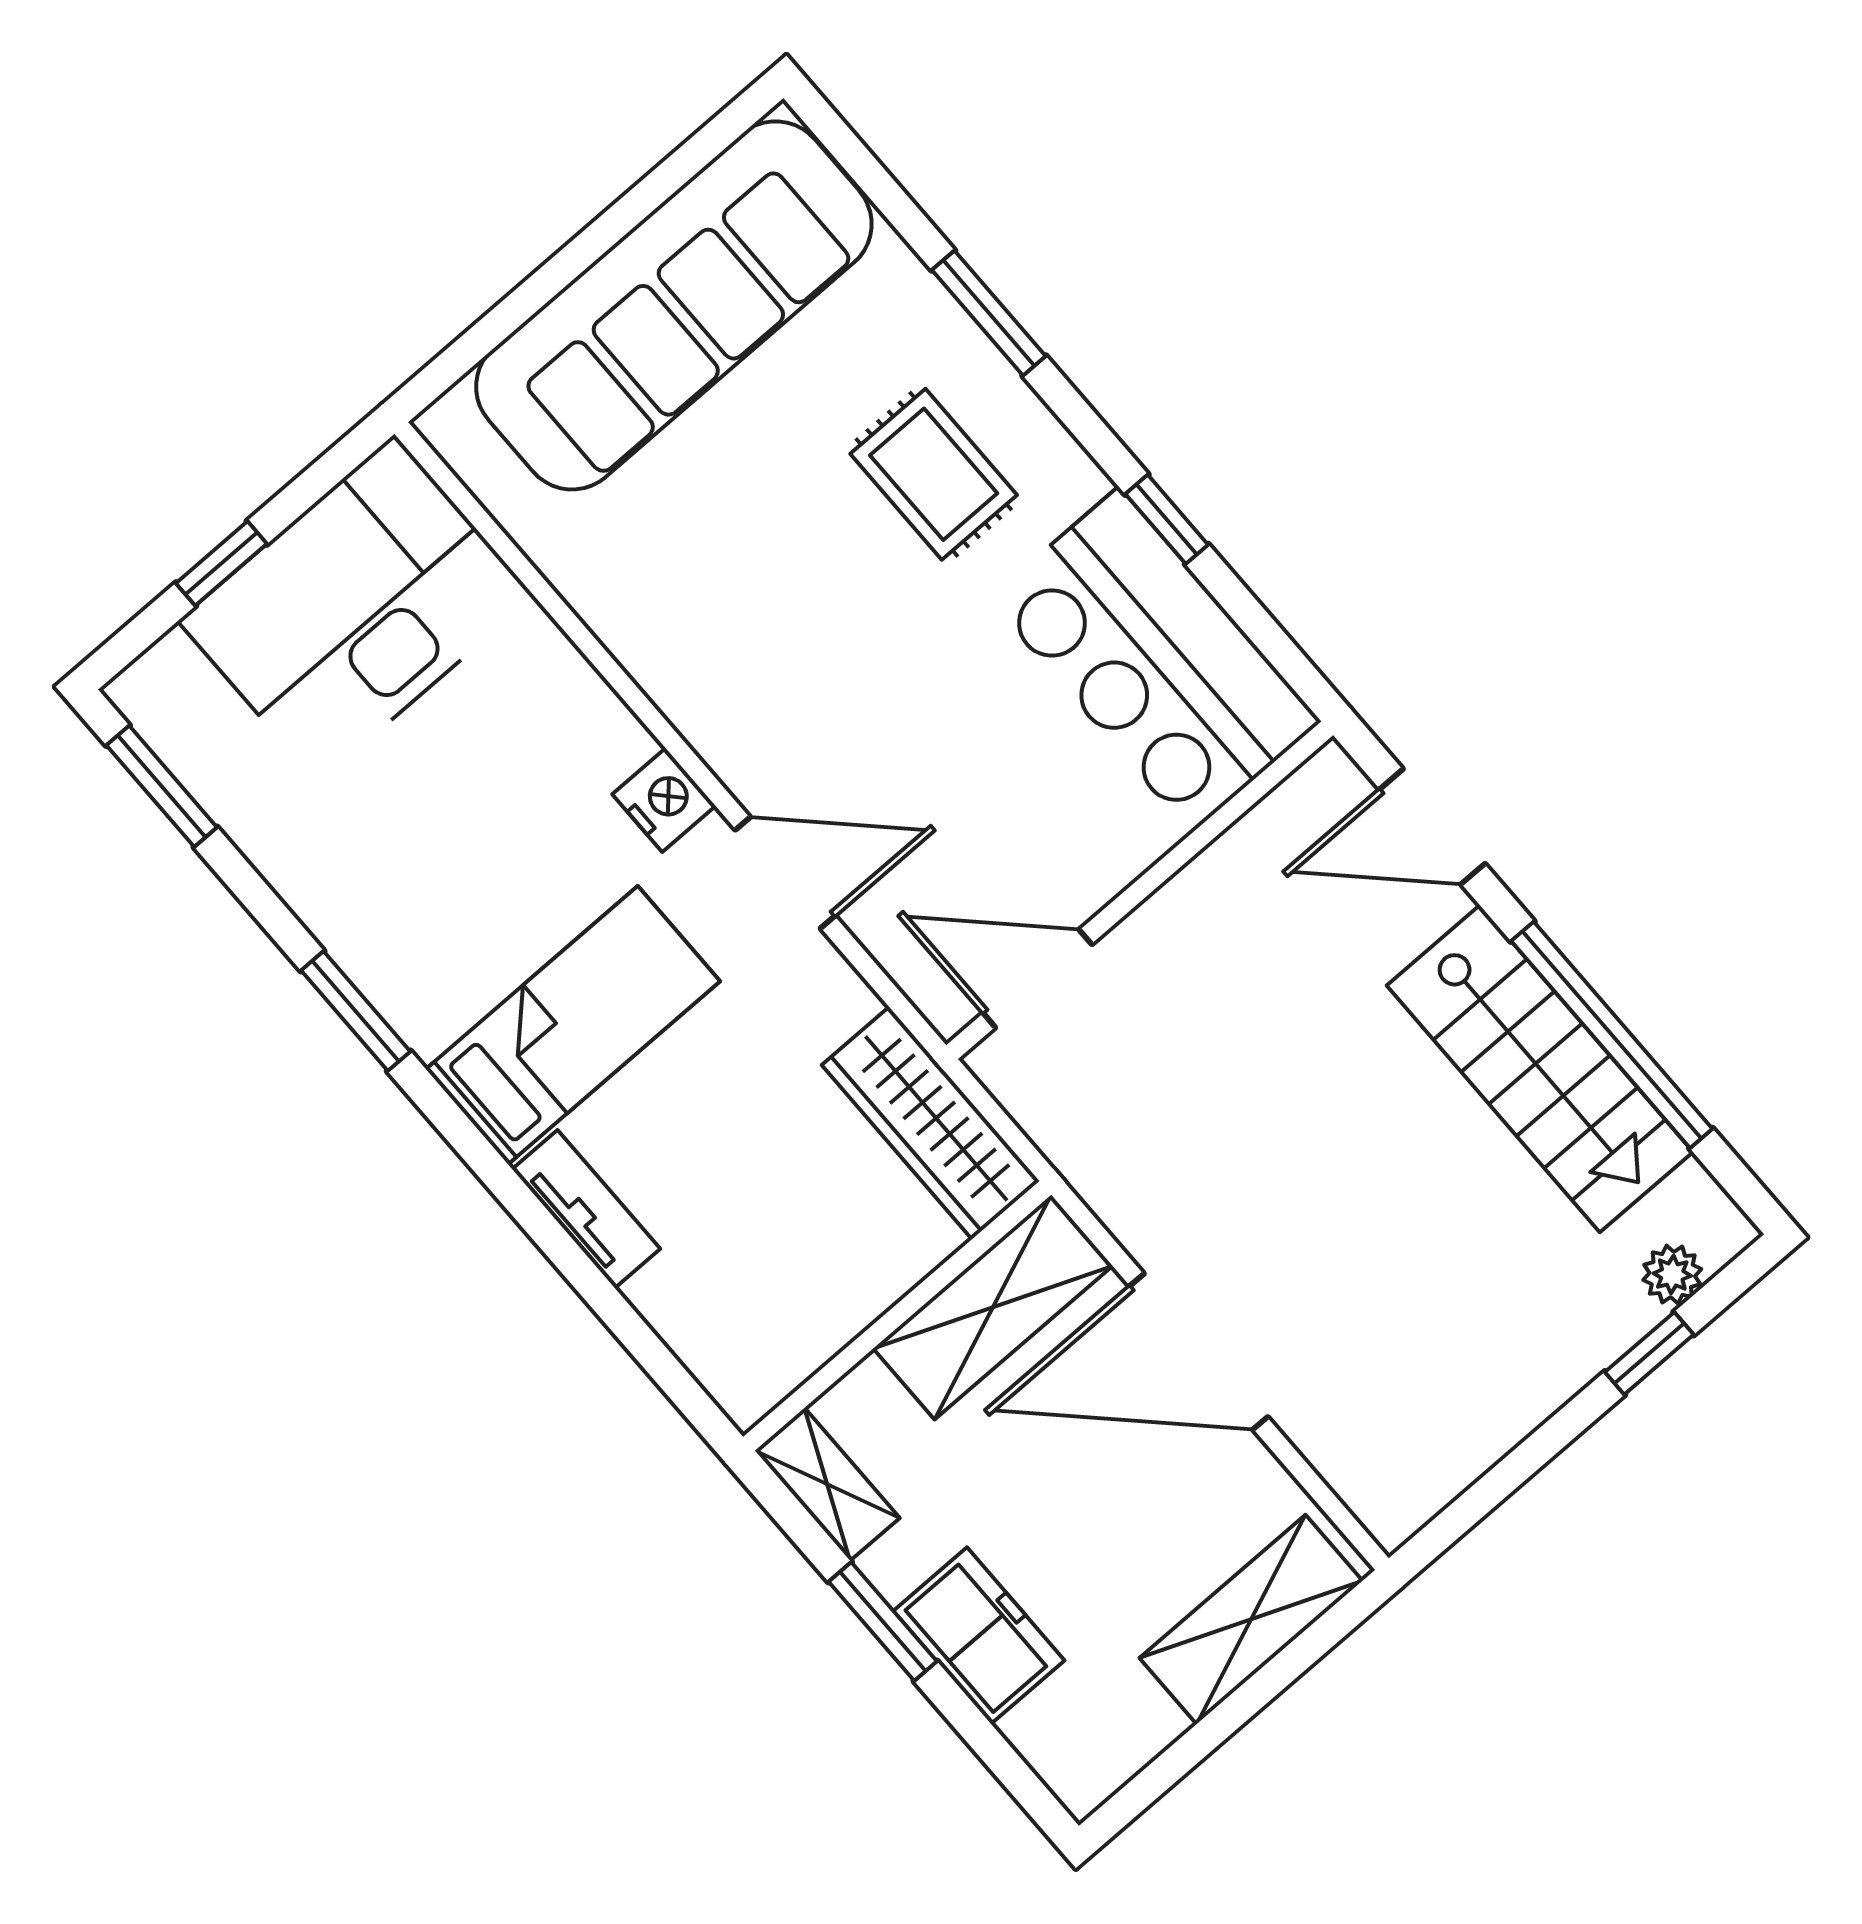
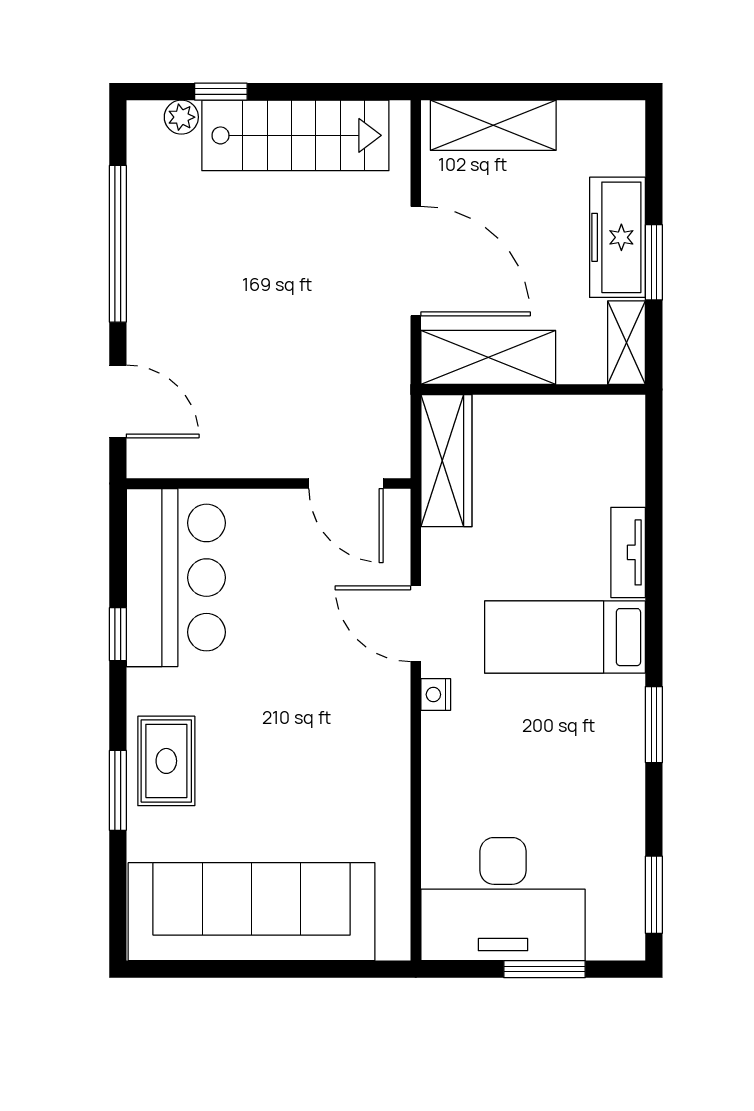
rug: (934, 474) -> (166, 761), moved
window: (221, 563) -> (545, 969), width x1.50
nightstand: (664, 800) -> (436, 695), width x0.72, depth x0.74
stairs: (1540, 1069) -> (295, 135), moved, turned 90
freezer: (979, 1636) -> (617, 237), width x1.40

